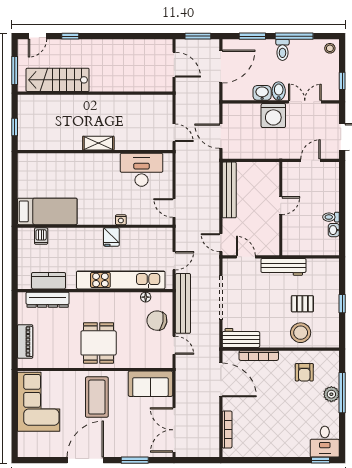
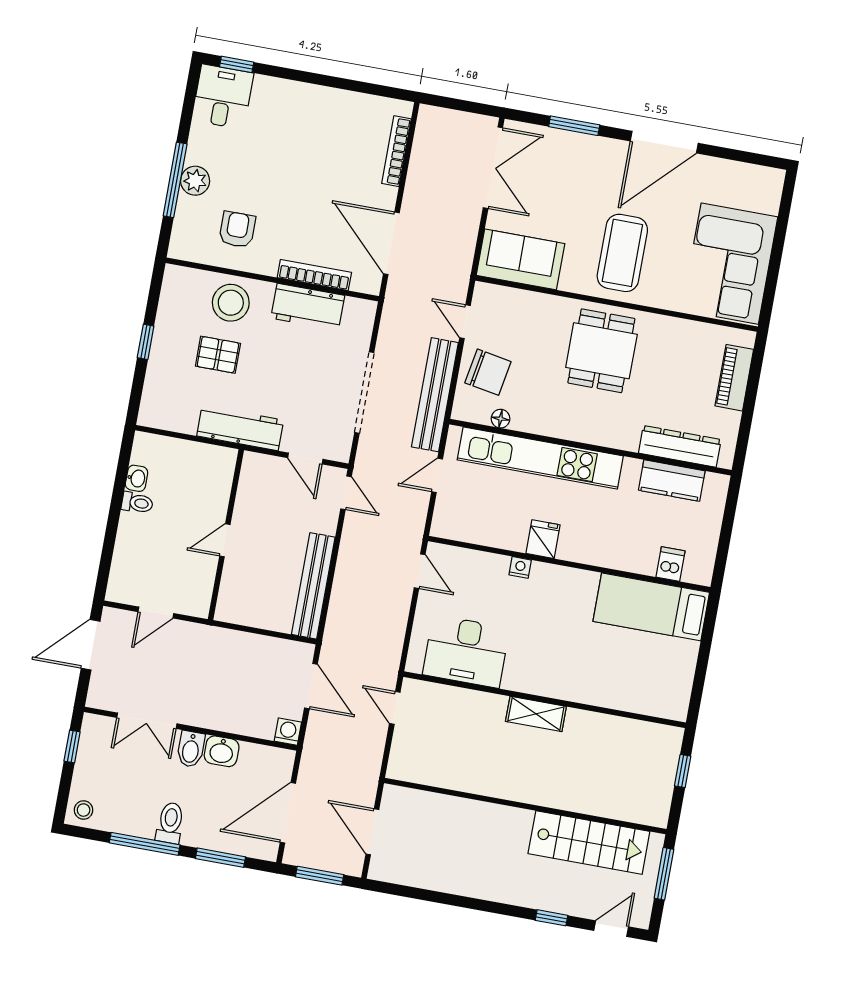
washing machine: (273, 116) -> (288, 732), moved, width x0.53, depth x0.53
workbench: (241, 338) -> (308, 307), moved

